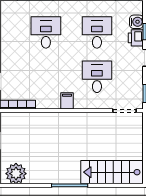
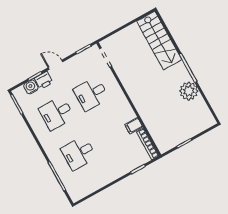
filing cabinet: (67, 101) -> (134, 126), moved
plant: (16, 174) -> (189, 91), moved

